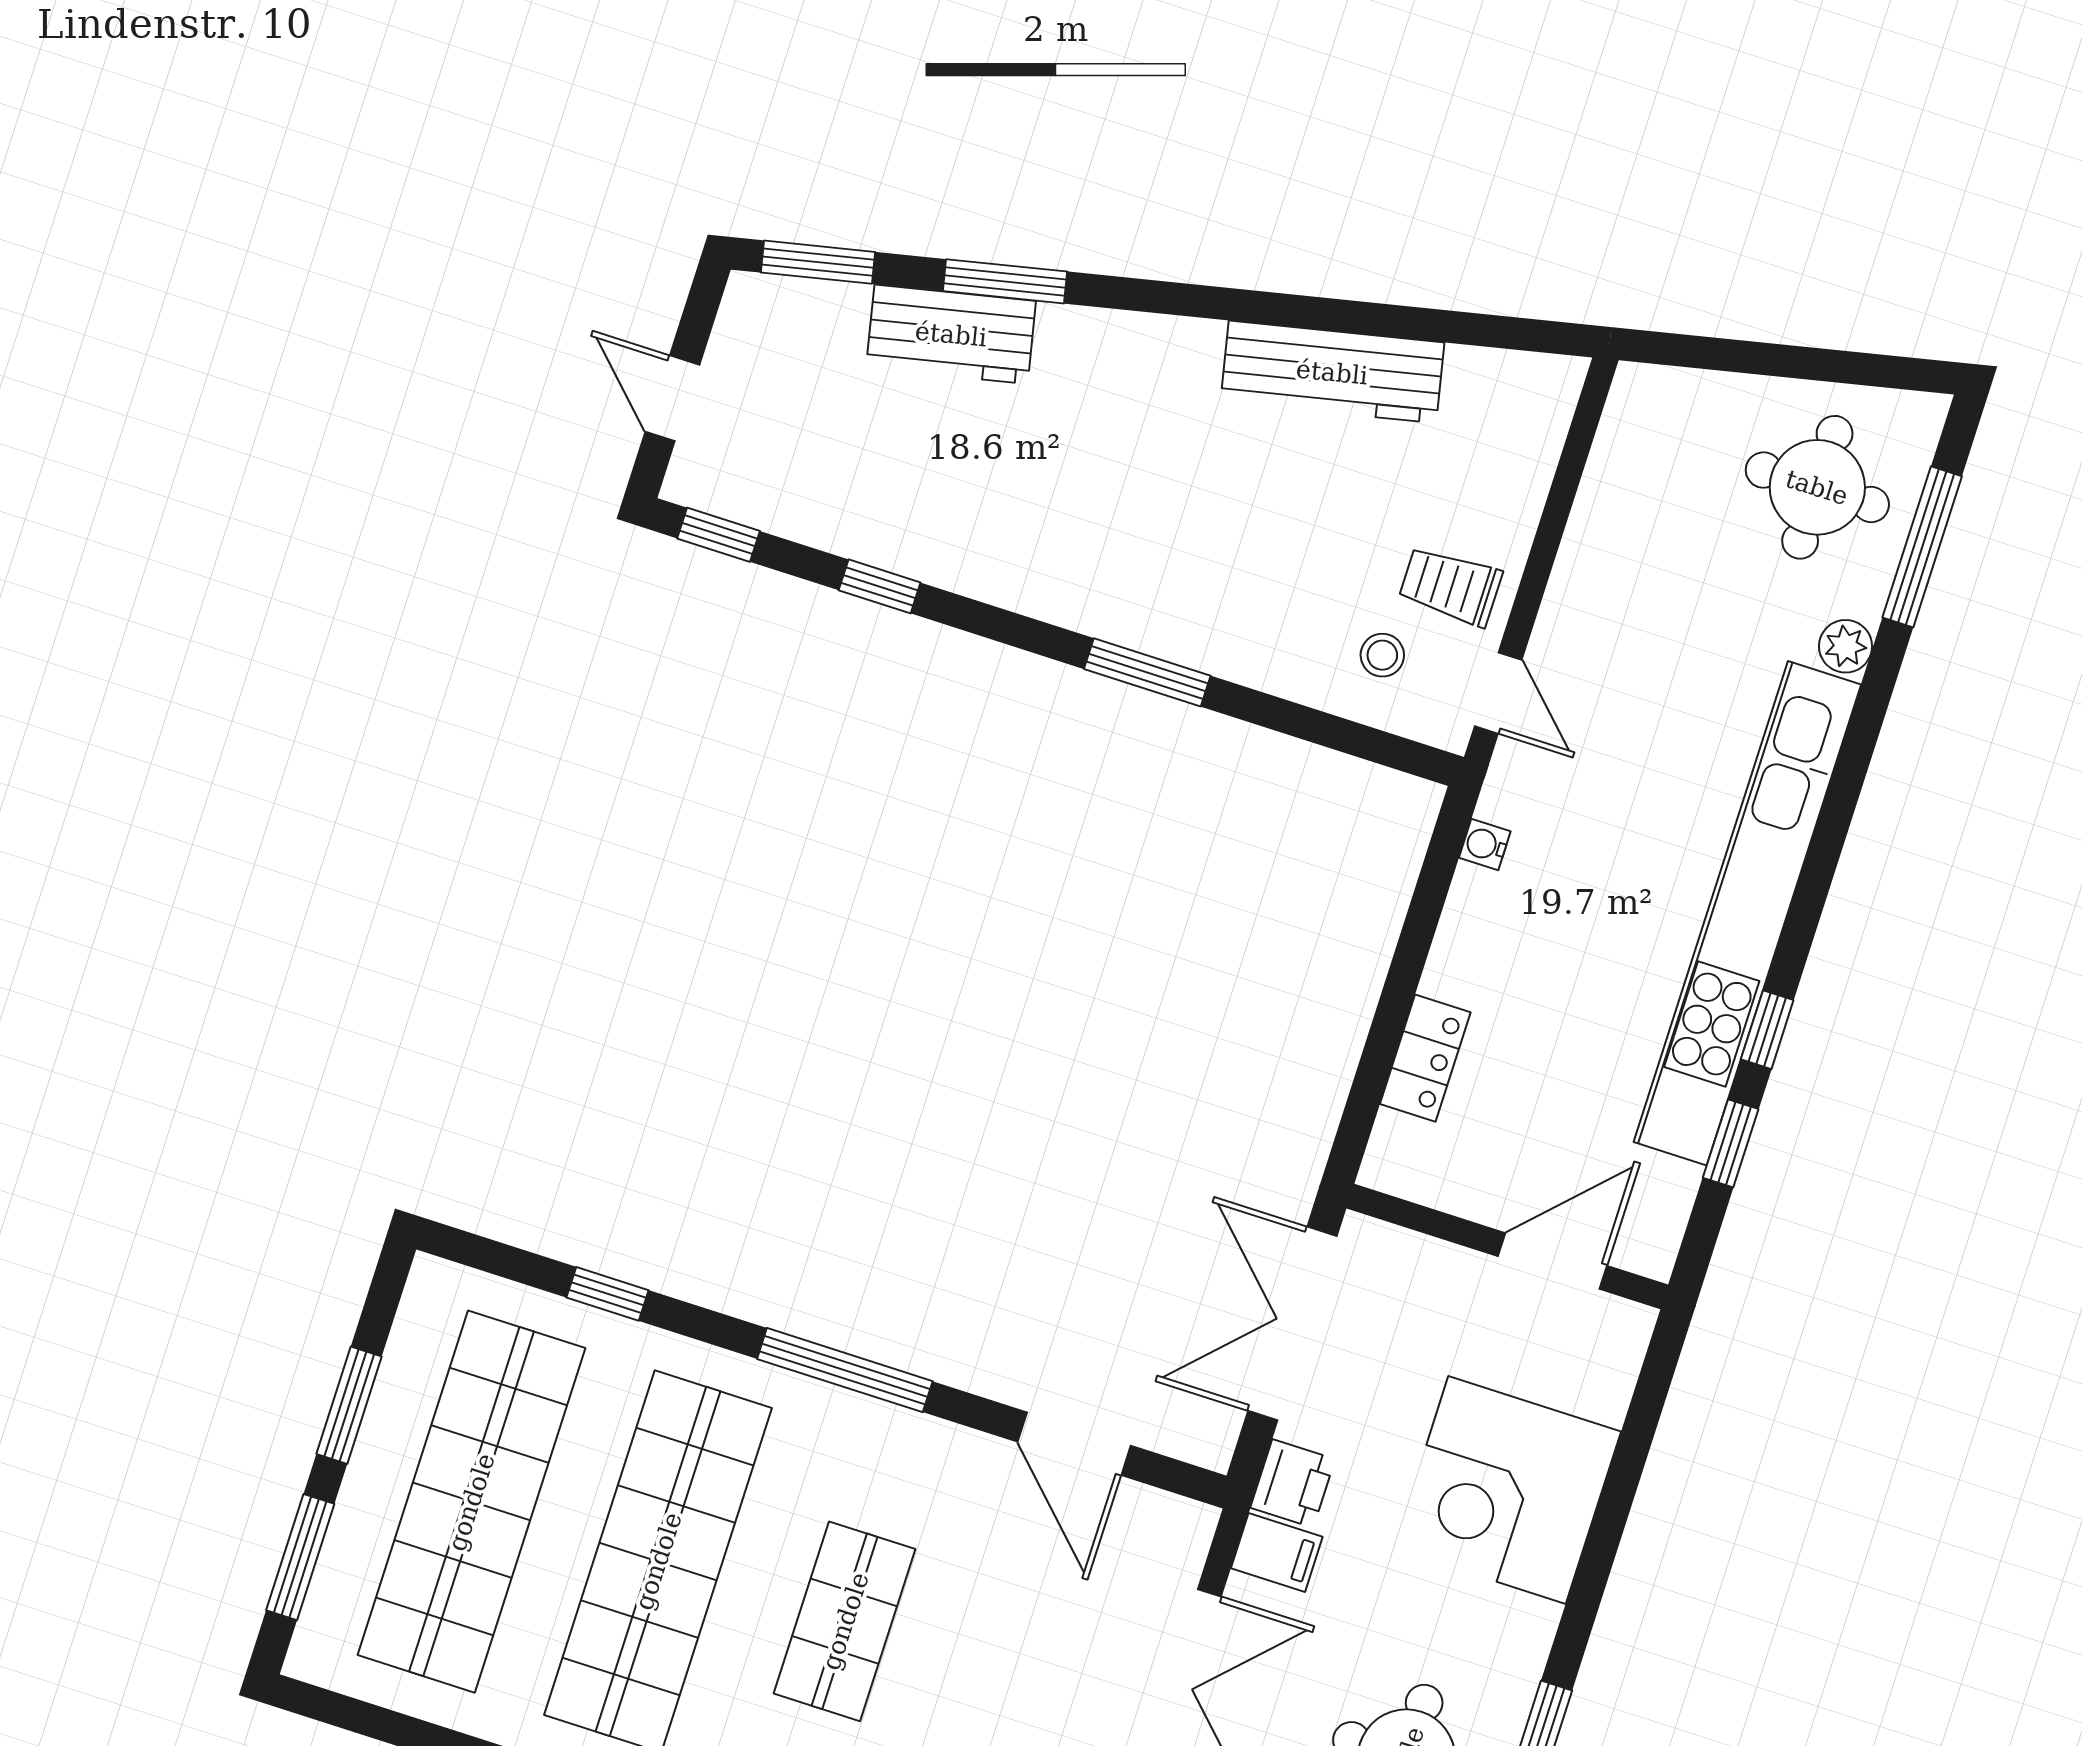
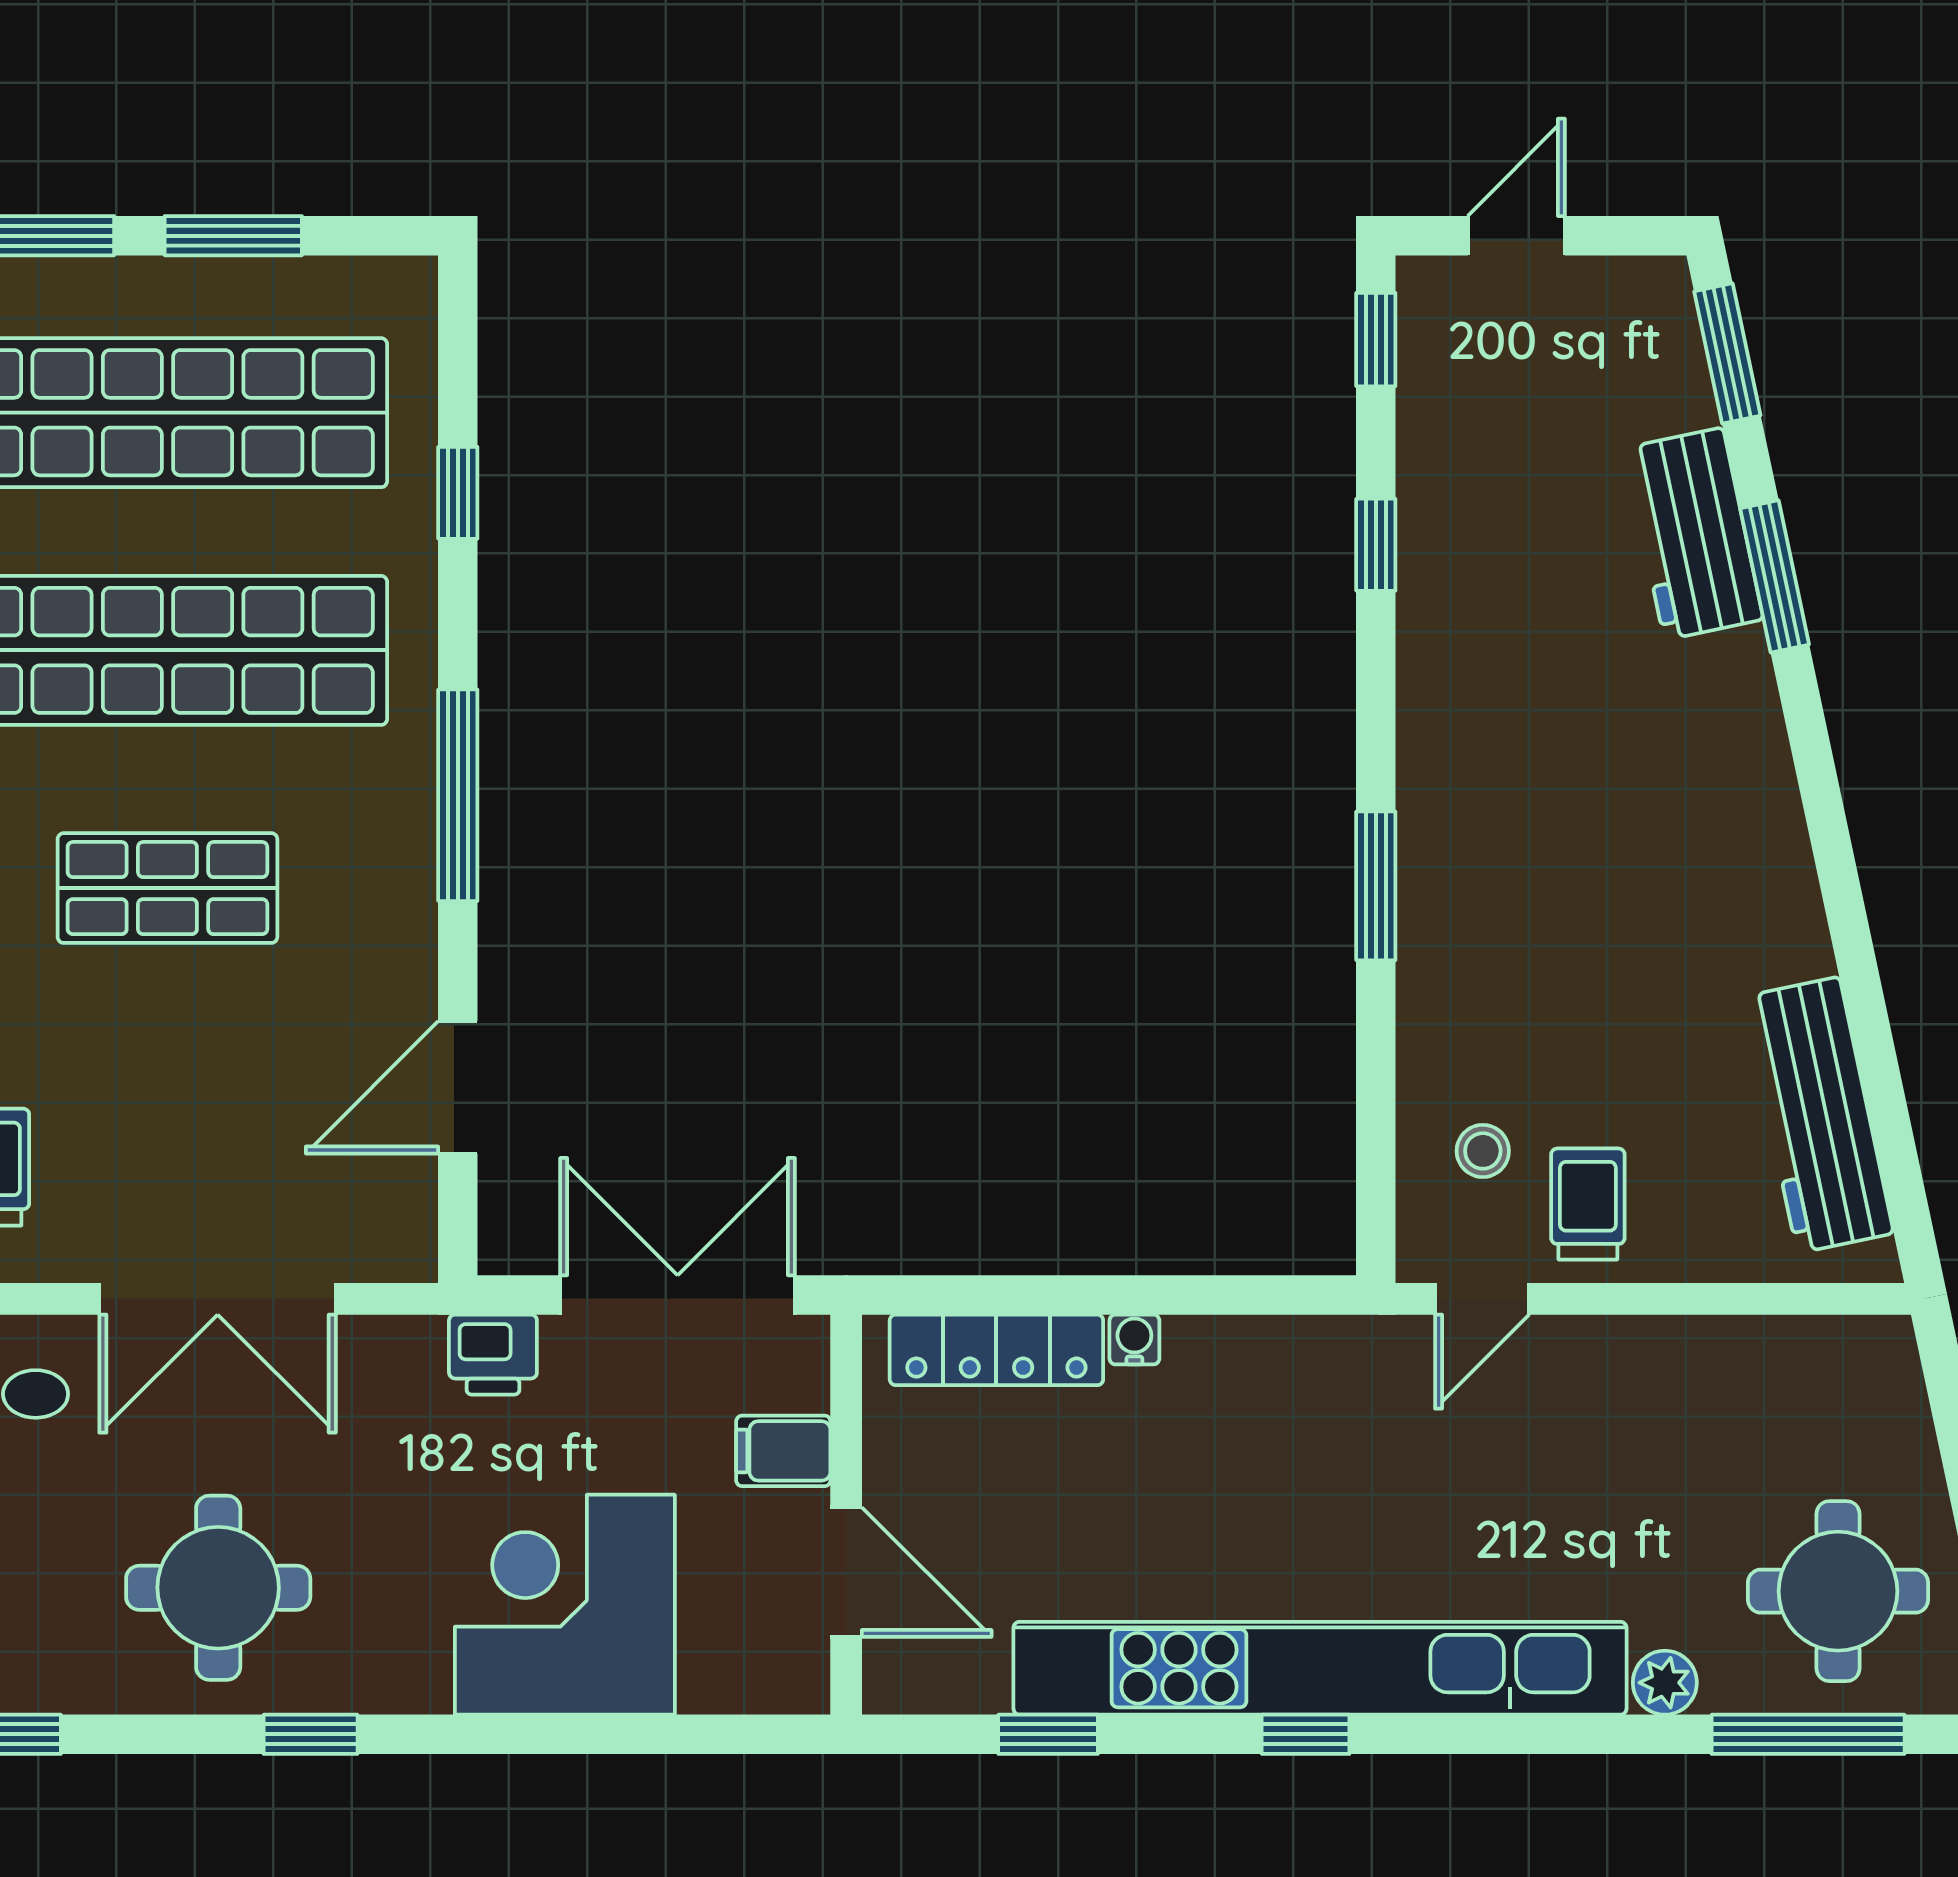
workbench: (1332, 372) -> (1818, 1115), moved
water cooler: (1485, 845) -> (1134, 1340), moved
window: (1767, 1030) -> (1306, 1734), moved
locker: (1425, 1058) -> (996, 1350), width x1.53
filing cabinet: (1277, 1552) -> (783, 1451), moved, turned 90

